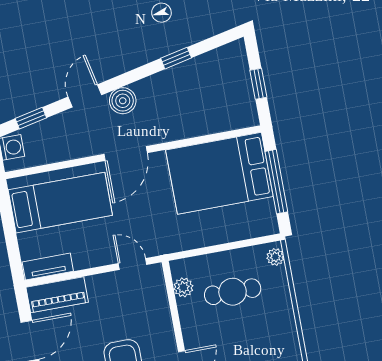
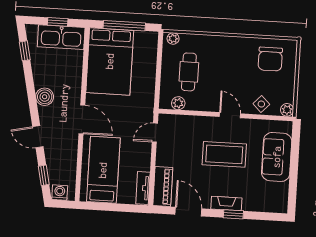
window: (176, 58) -> (25, 51), moved
kitchen sink: (237, 94) -> (61, 37), added
boiler: (123, 101) -> (45, 97), moved

